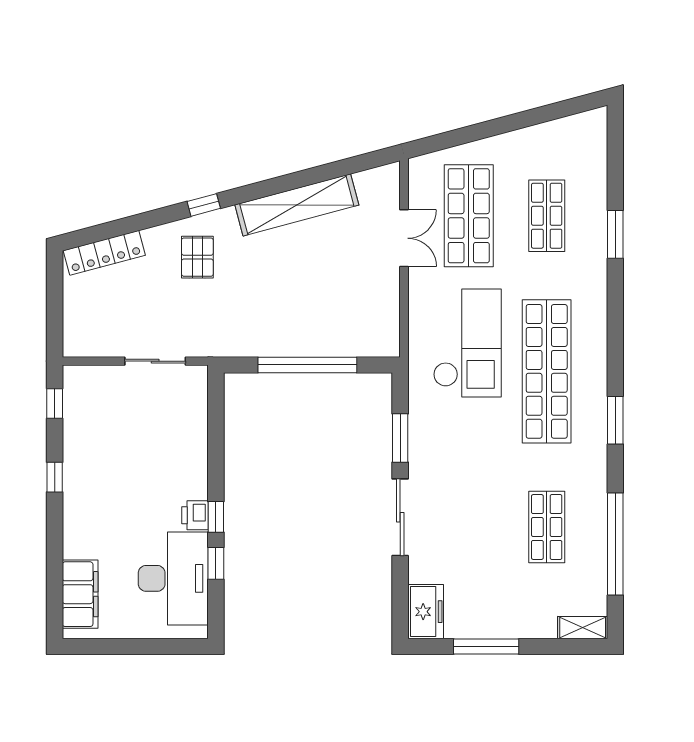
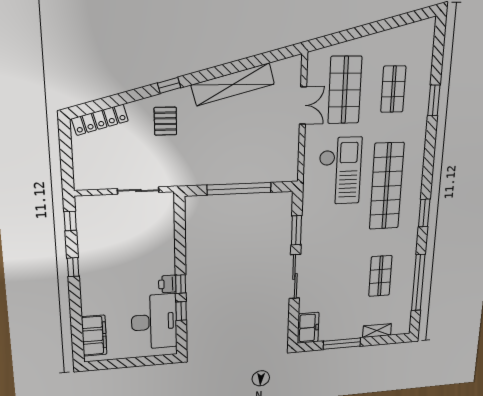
shelving: (583, 628) -> (377, 331), moved

